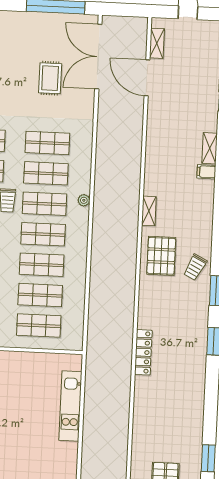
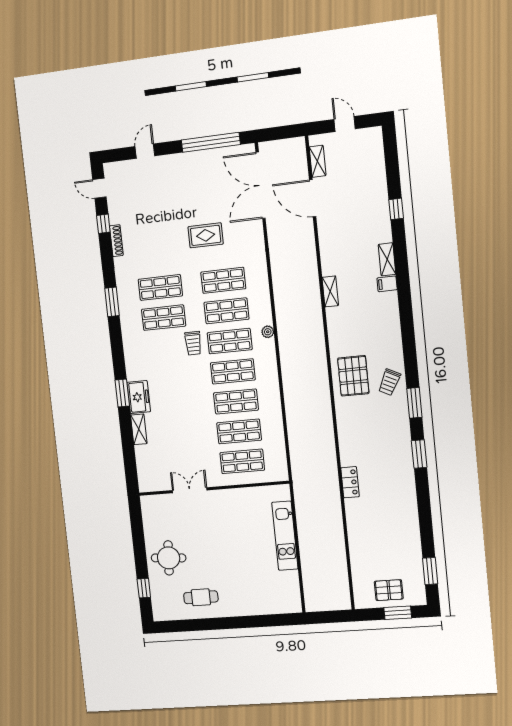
rug: (50, 78) -> (206, 235), moved, turned 90
shelving: (149, 211) -> (330, 291), moved
locker: (143, 352) -> (350, 482), width x0.66

